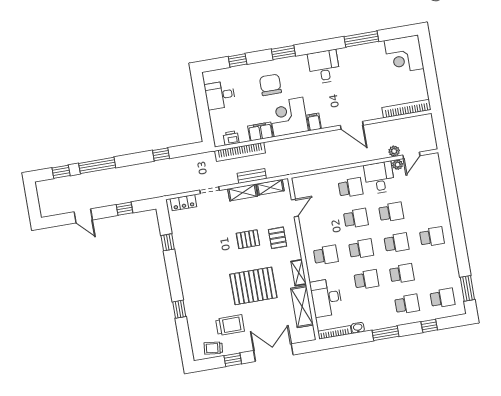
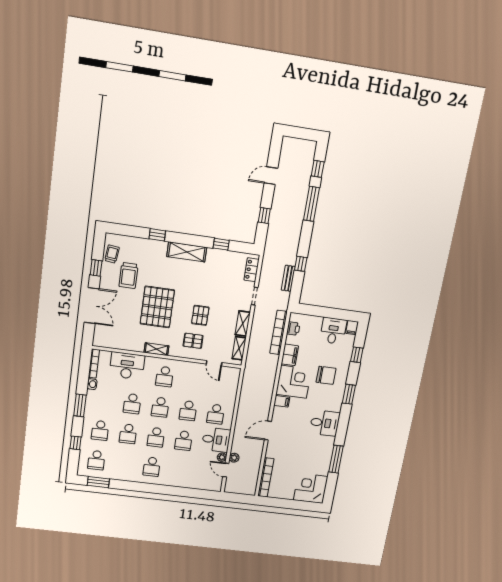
filing cabinet: (210, 77) -> (352, 327), added
bench: (252, 176) -> (288, 278), moved
shelving: (302, 307) -> (187, 252), moved

